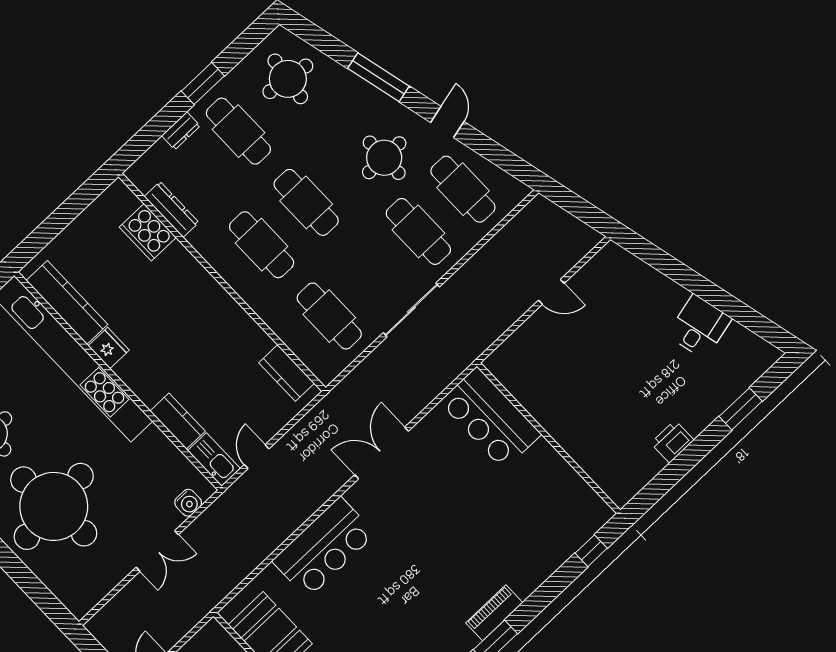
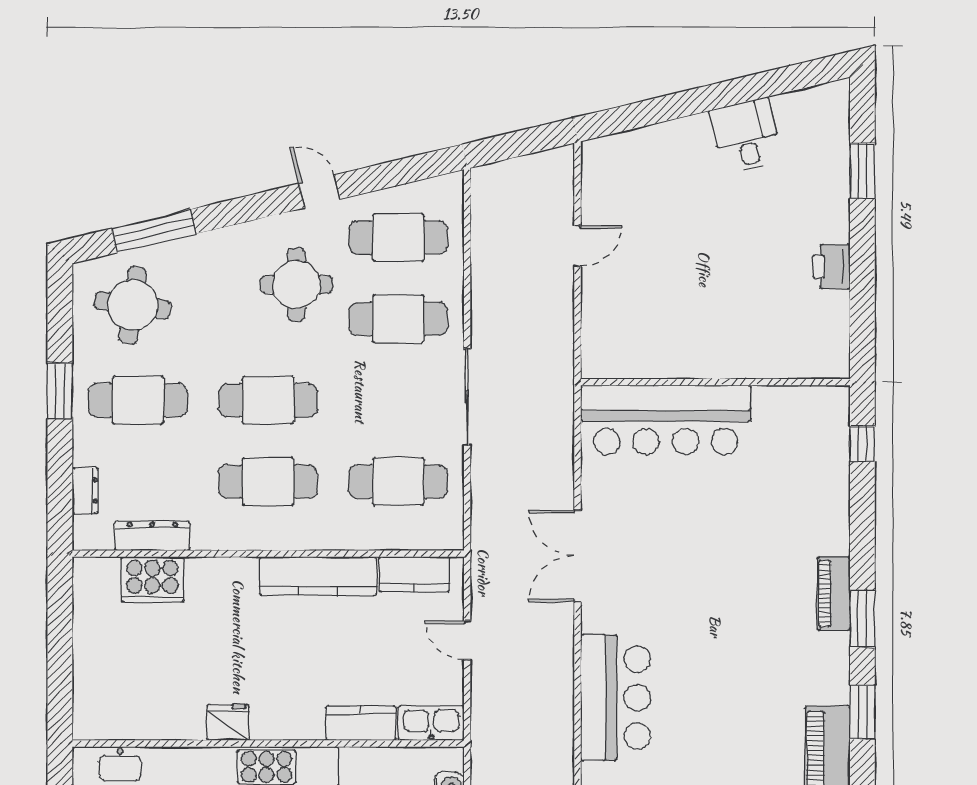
window: (378, 77) -> (154, 231), moved
dresser: (181, 131) -> (85, 490), moved
kitchen counter: (67, 302) -> (318, 576), moved, turned 180
bar counter: (490, 418) -> (666, 420), width x1.36
door: (257, 457) -> (467, 640), moved

